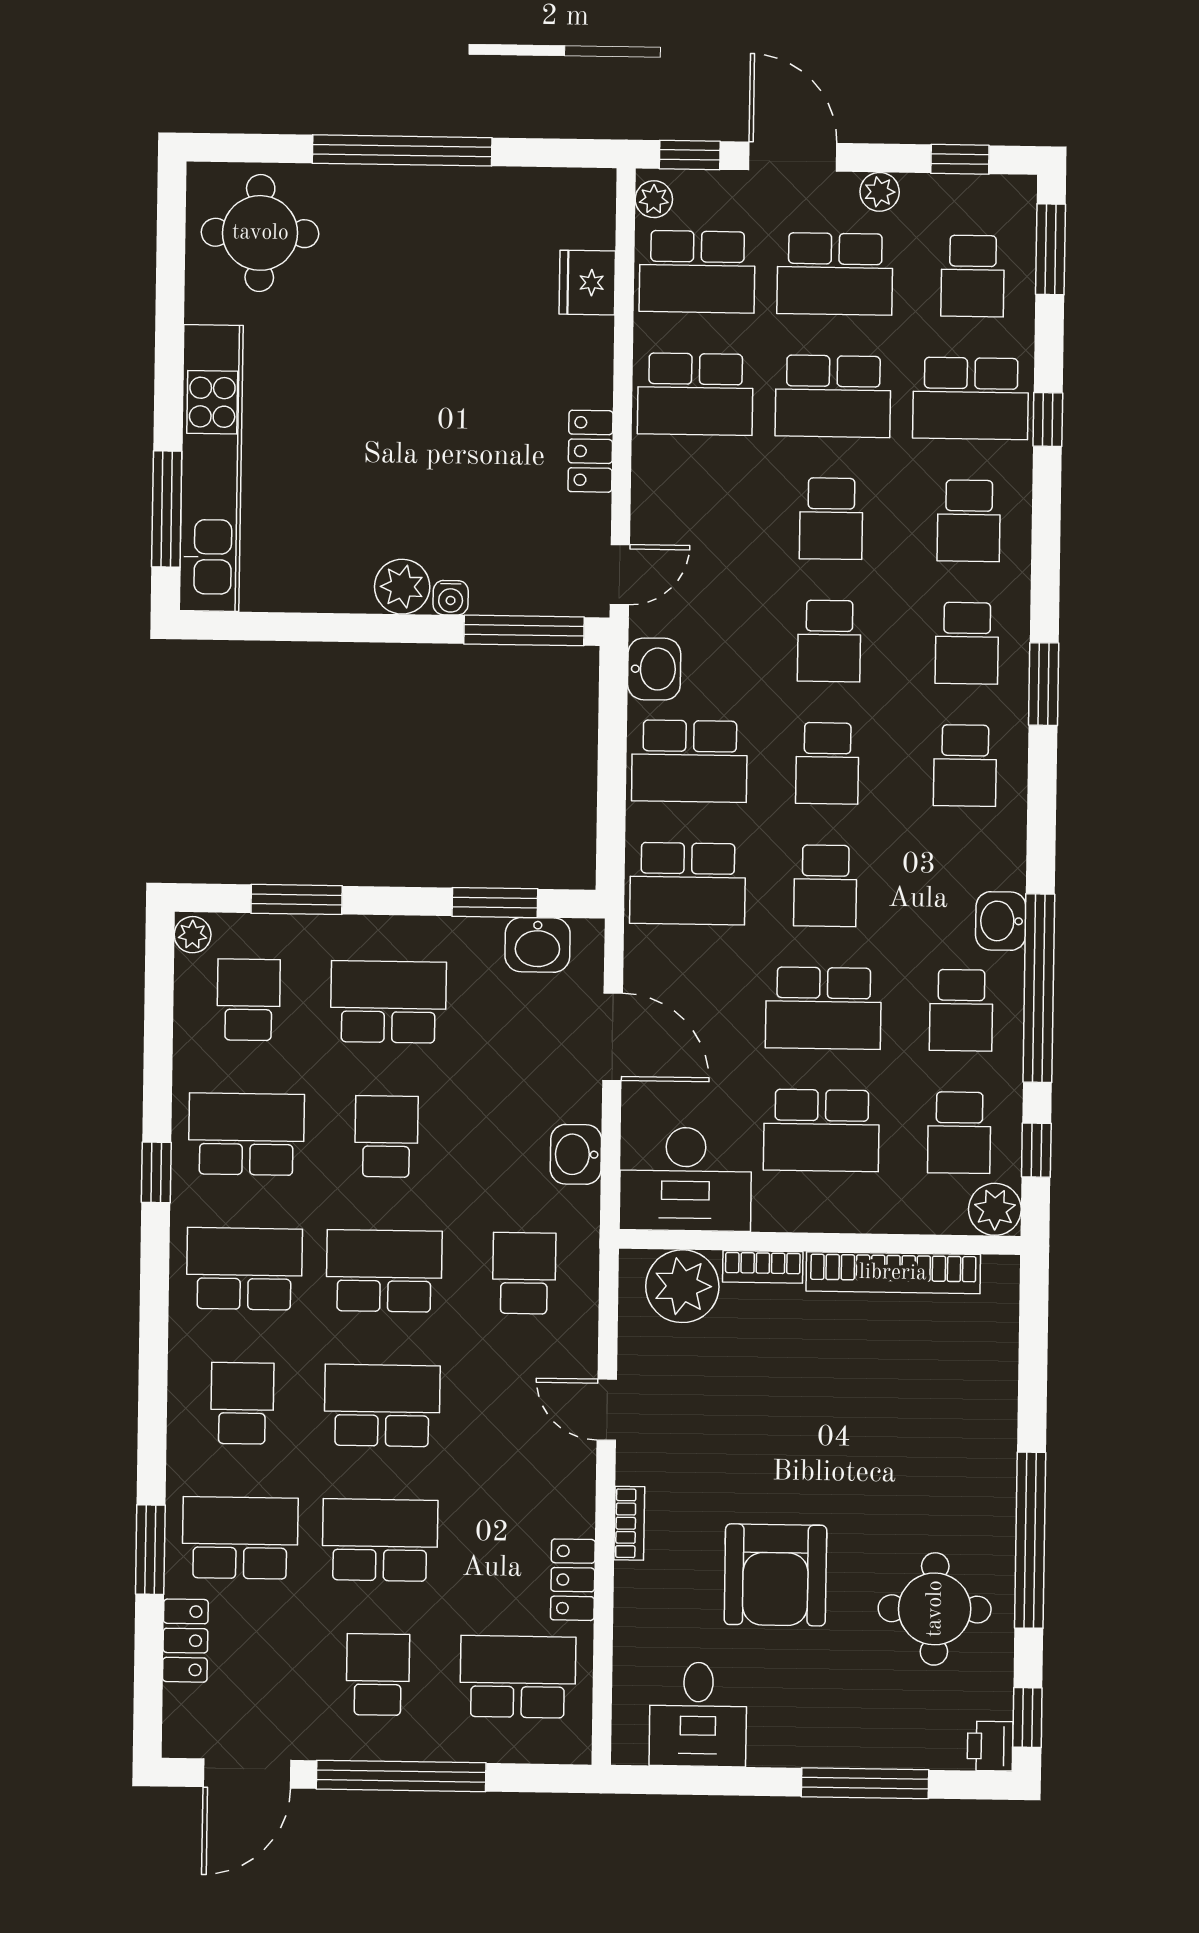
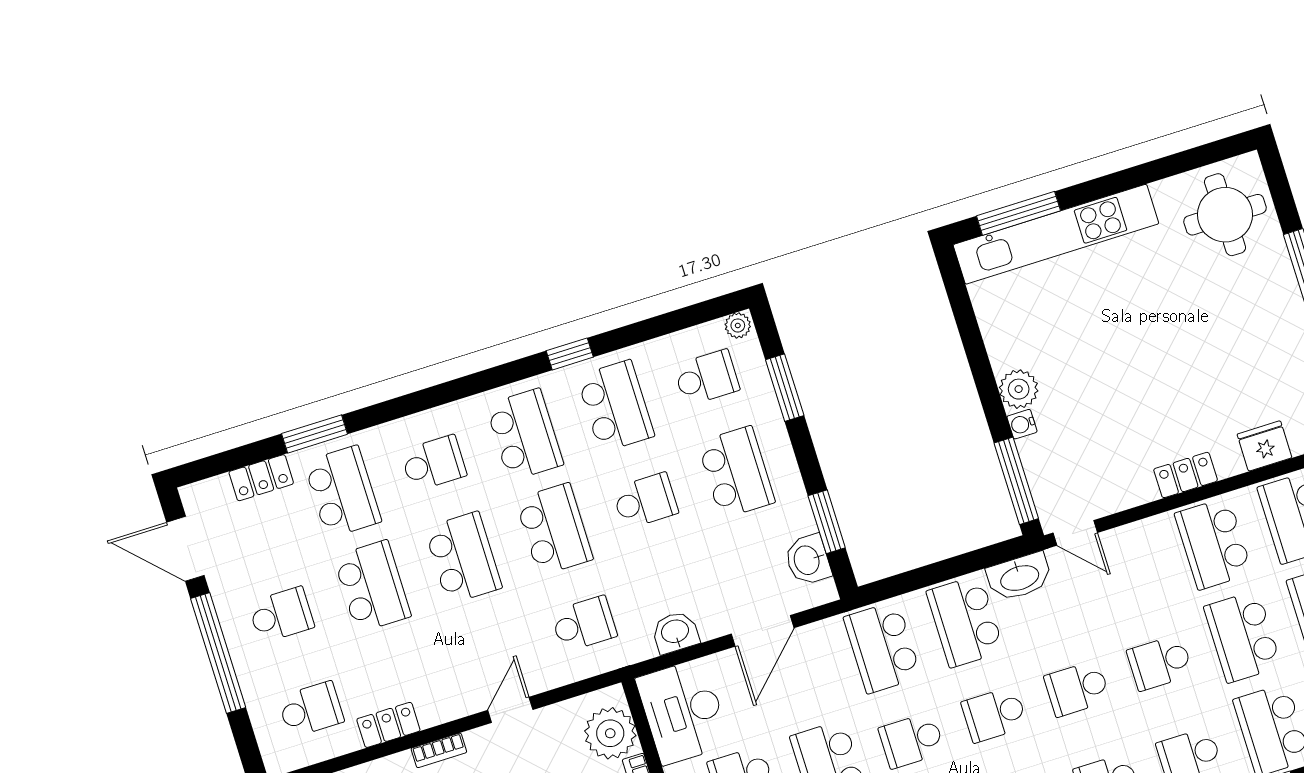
locker: (590, 451) -> (1186, 475), moved
washbasin: (654, 669) -> (1019, 577), width x1.38
school desk: (518, 1677) -> (311, 709), width x0.54

